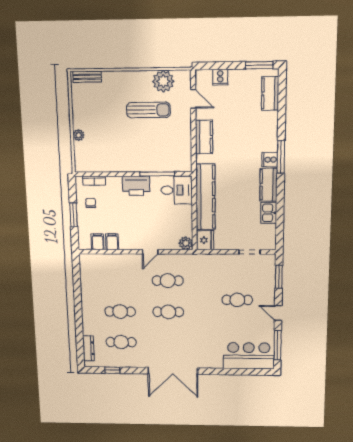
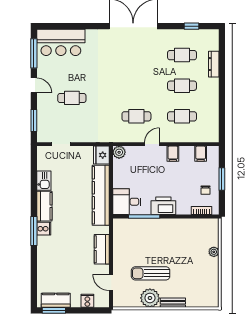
bench: (87, 77) -> (173, 303), moved
plant: (163, 81) -> (150, 298), moved
kitchen counter: (270, 93) -> (56, 300), moved, turned -90
filing cabinet: (112, 242) -> (173, 154), moved
cafe table: (168, 312) -> (182, 116), moved
dresser: (88, 348) -> (214, 64), moved

